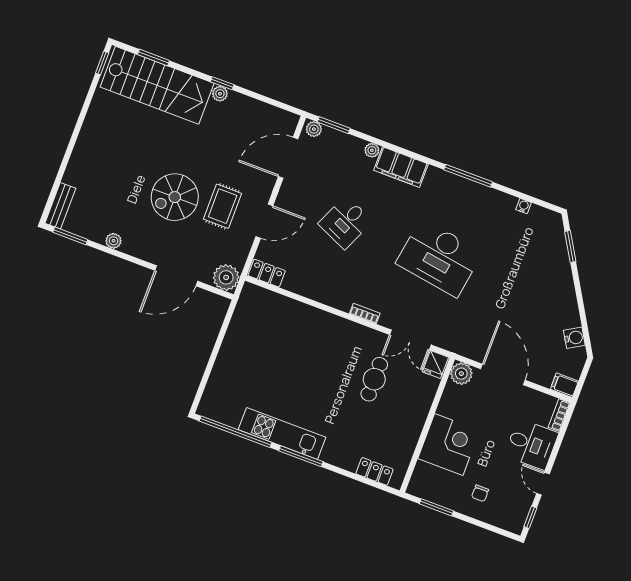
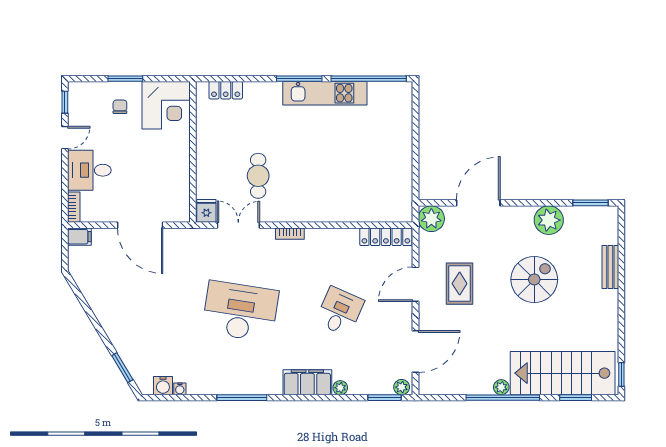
window: (222, 83) -> (503, 398), width x3.17
spiral stairs: (175, 197) -> (534, 279), moved
bench: (60, 206) -> (610, 267), moved
plant: (114, 241) -> (549, 220), width x1.87, depth x1.87
locker: (267, 273) -> (386, 237), width x1.53
water cooler: (574, 338) -> (163, 386), moved, turned -59
plant: (461, 374) -> (179, 211), removed
corner desk: (449, 444) -> (166, 105), moved, turned -90
door: (543, 484) -> (65, 138), hinge flipped
window: (436, 507) -> (125, 79), moved

